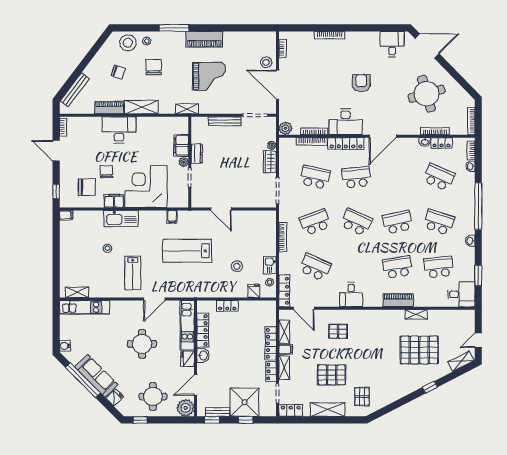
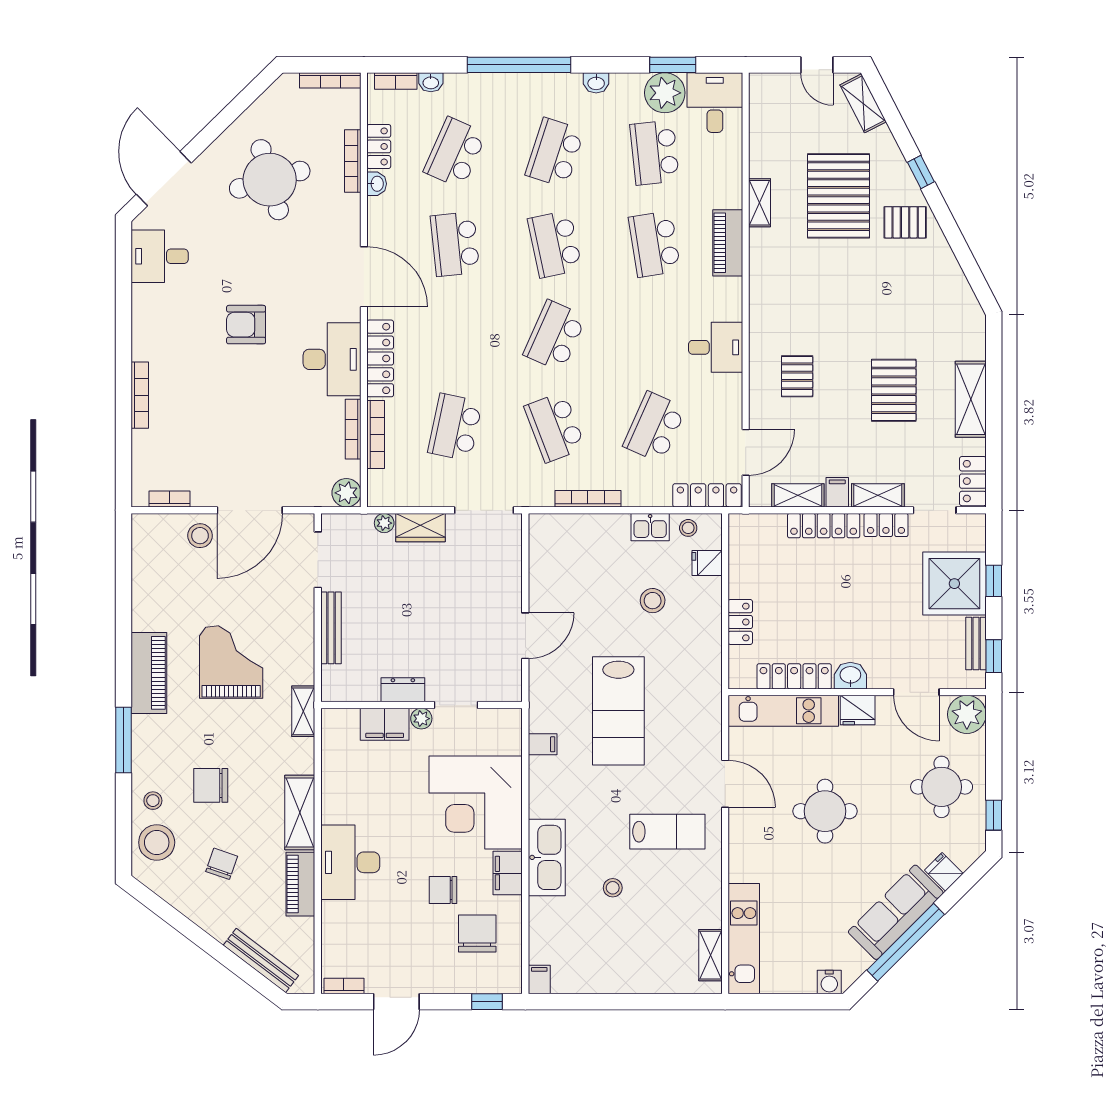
school desk: (356, 177) -> (455, 244), moved
plant: (466, 272) -> (665, 93), added
pallet: (362, 396) -> (905, 222), moved

